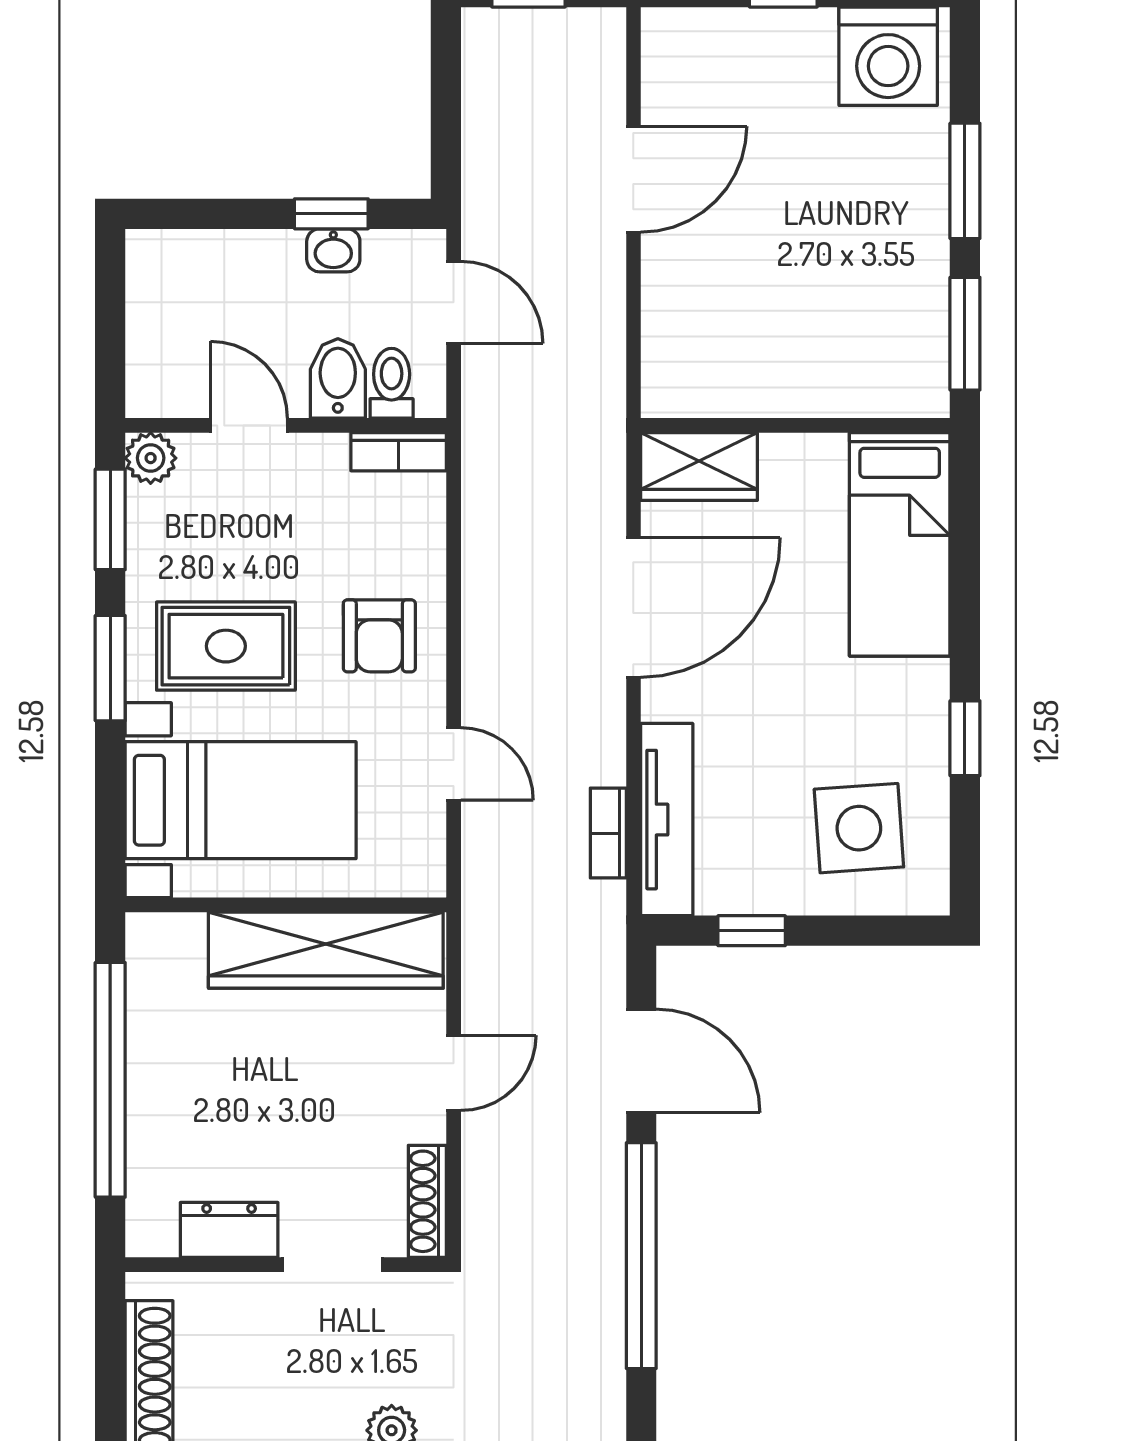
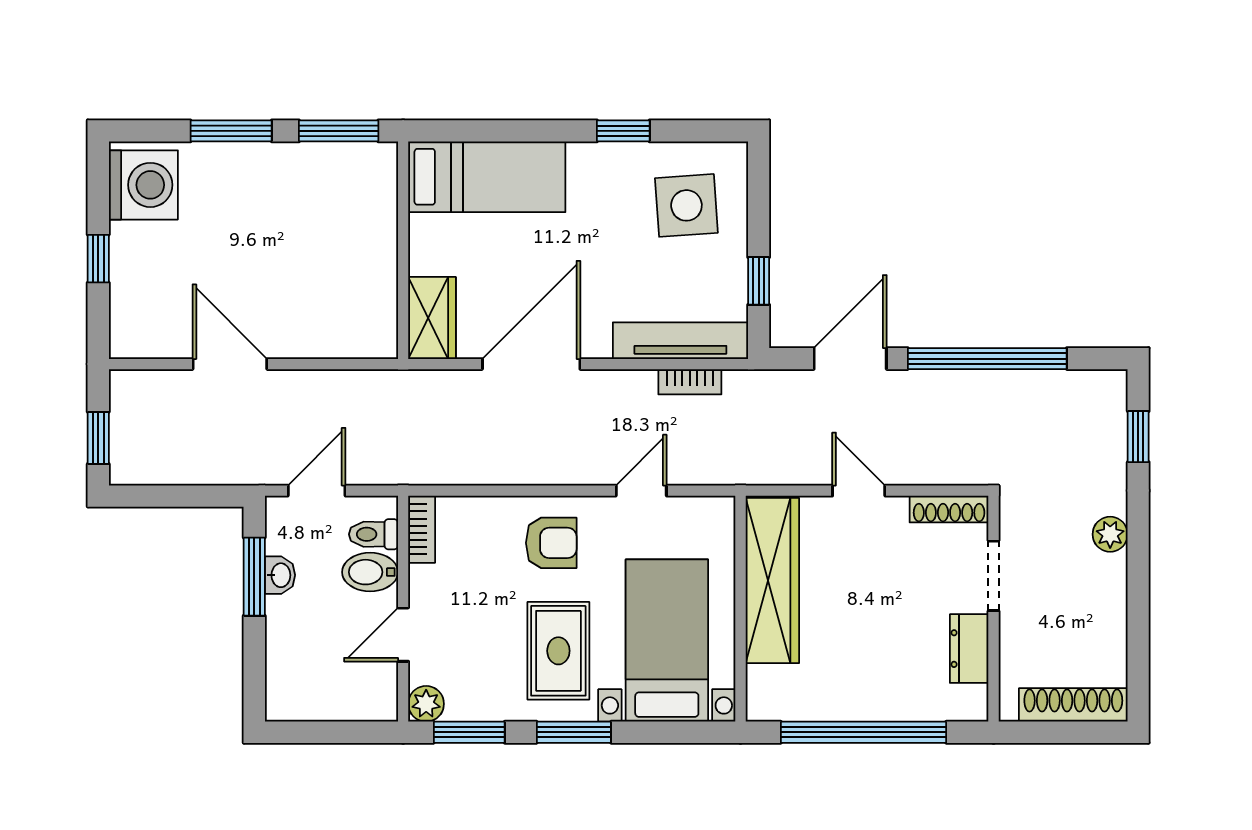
window: (331, 214) -> (254, 577), width x1.50
door: (633, 607) -> (531, 364), hinge flipped

